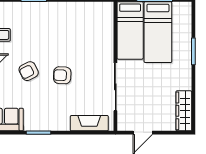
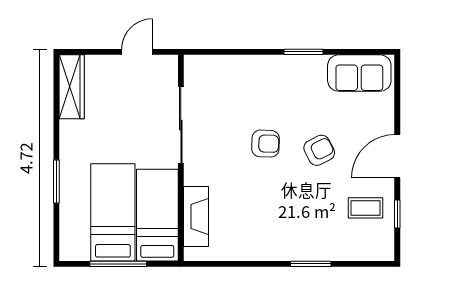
fireplace: (89, 123) -> (196, 217), moved, turned -90

